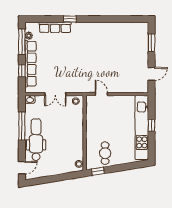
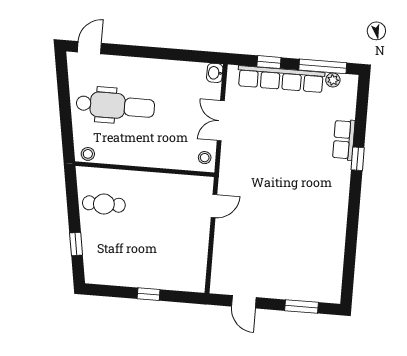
row of seats: (55, 27) -> (344, 140), width x0.68
window: (22, 126) -> (167, 54), removed
kitchen unit: (142, 128) -> (146, 276), removed
dental chair: (36, 140) -> (115, 106), moved
door: (22, 168) -> (89, 48), swing flipped
window: (98, 171) -> (76, 244), moved

